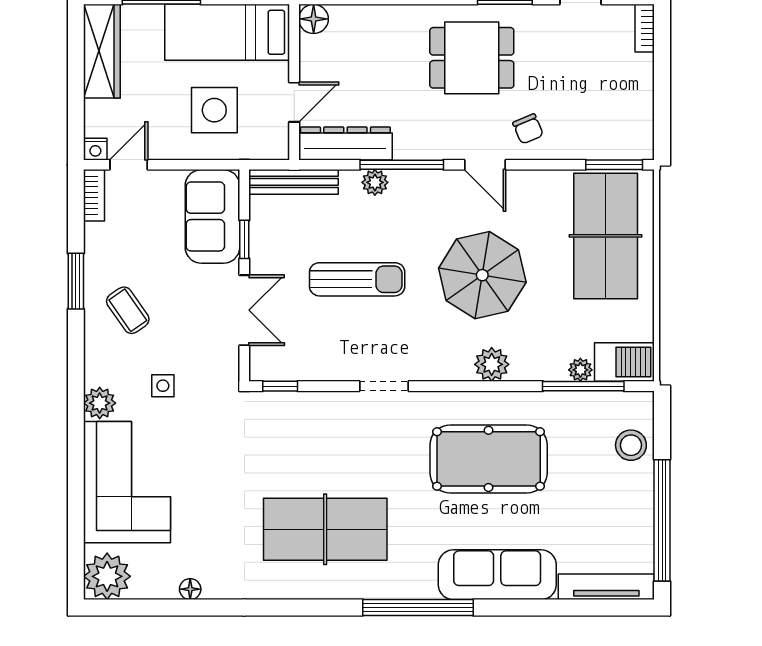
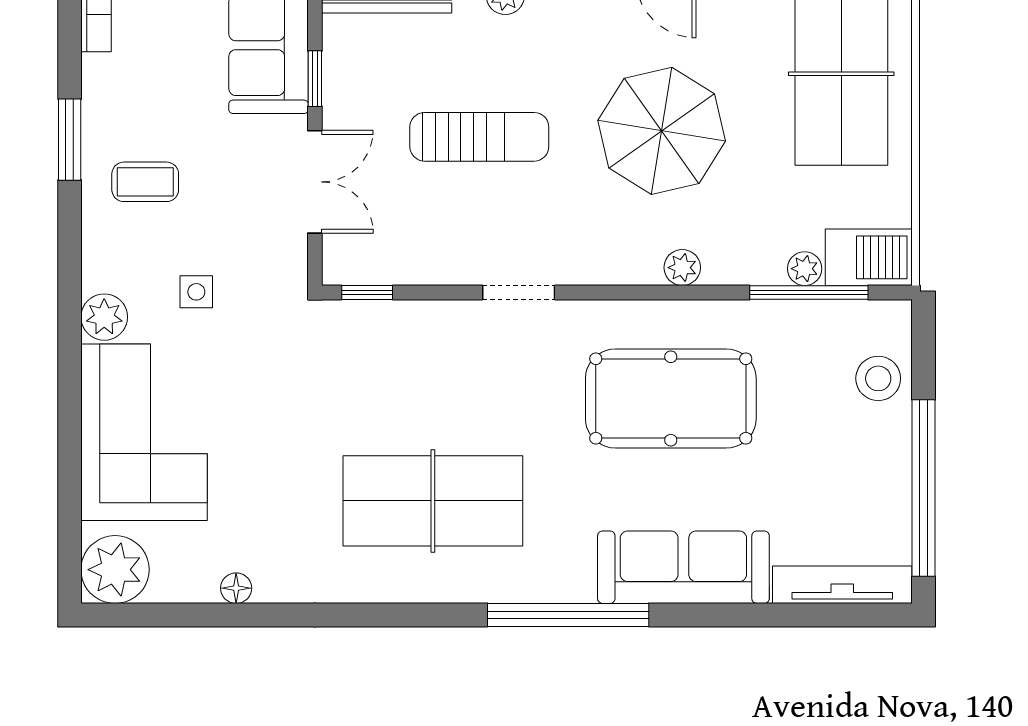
coffee table: (128, 310) -> (145, 182), turned -55
plant: (492, 364) -> (682, 268), width x0.73, depth x0.73

